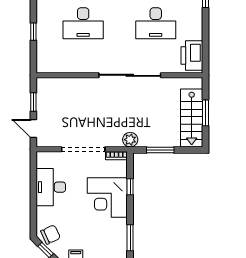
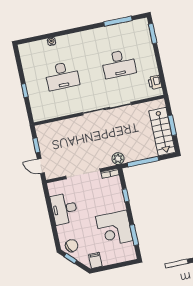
printer: (192, 55) -> (155, 82), width x0.53, depth x0.68
window: (160, 150) -> (143, 162), width x1.44
corner desk: (107, 197) -> (114, 229), moved

